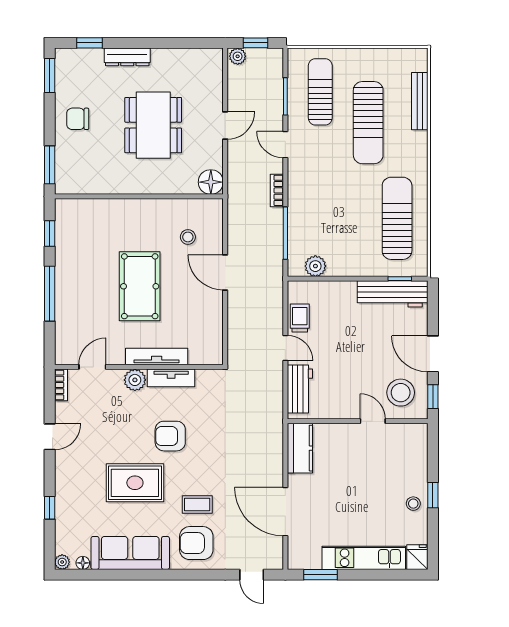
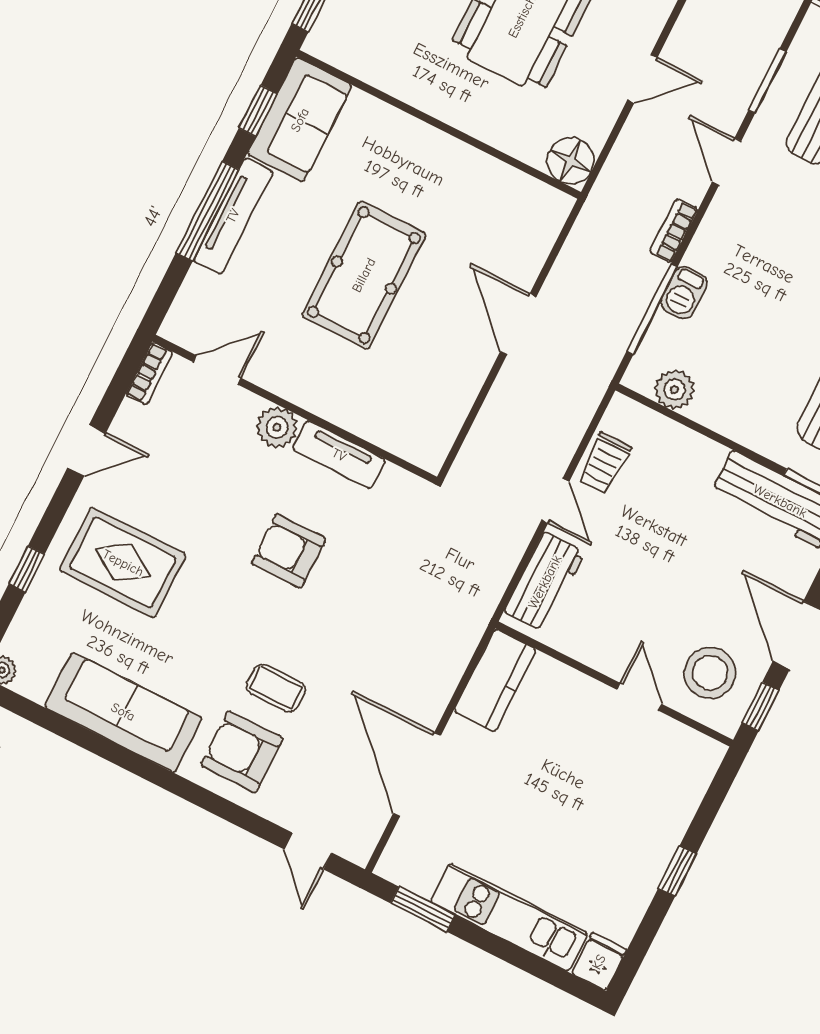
barbecue: (297, 218) -> (684, 293), added
sofa: (72, 228) -> (300, 120), added
stool: (188, 237) -> (486, 233), removed
trolley: (300, 318) -> (604, 463), turned 180
tv unit: (157, 357) -> (233, 216), moved, turned 90
rug: (135, 483) -> (123, 563), moved
stool: (413, 504) -> (638, 869), removed
floor lamp: (83, 563) -> (36, 689), removed

